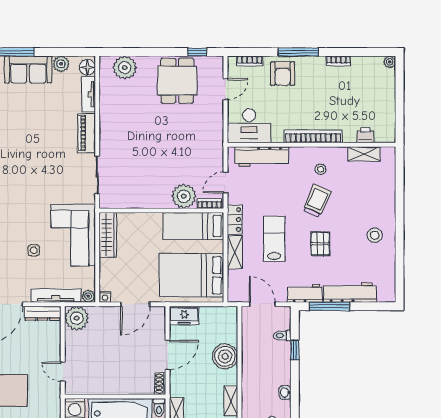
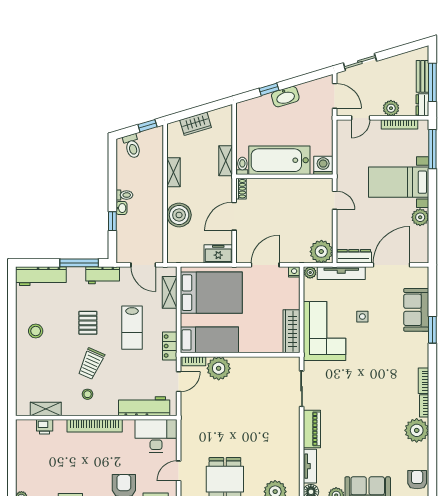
shelving: (235, 252) -> (170, 292), moved
workbench: (350, 292) -> (41, 276), moved
toilet: (282, 336) -> (124, 195), moved
washbasin: (285, 392) -> (121, 208), moved

